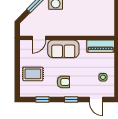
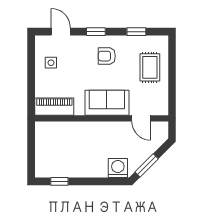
door: (39, 38) -> (141, 118), swing flipped
rug: (33, 74) -> (150, 67), turned 90

